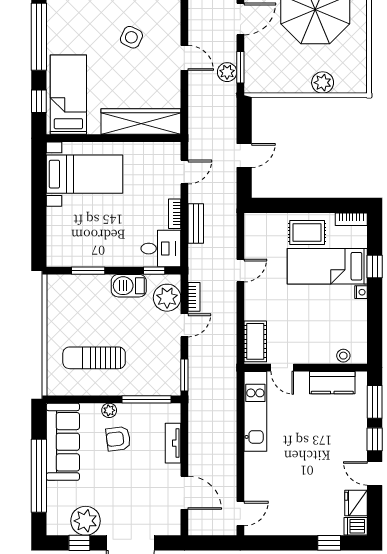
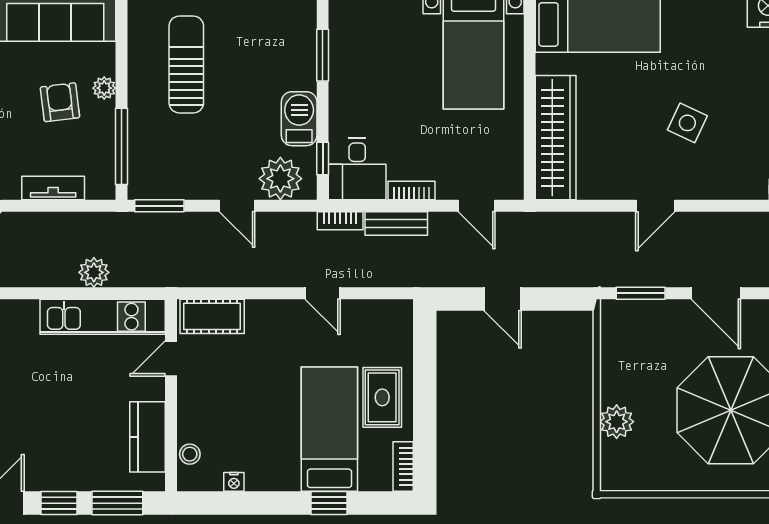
plant: (227, 72) -> (94, 272), moved
nightstand: (361, 292) -> (234, 482), moved
bookcase: (194, 297) -> (340, 221), moved

